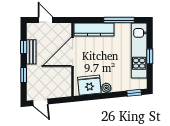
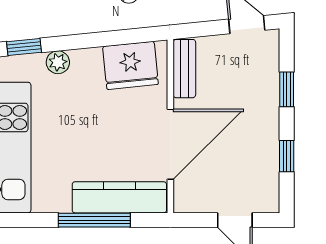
window: (119, 20) -> (94, 220), moved
bench: (31, 52) -> (184, 69), moved
plant: (106, 88) -> (58, 62), moved

